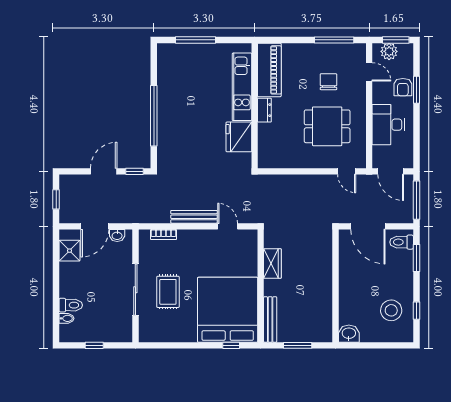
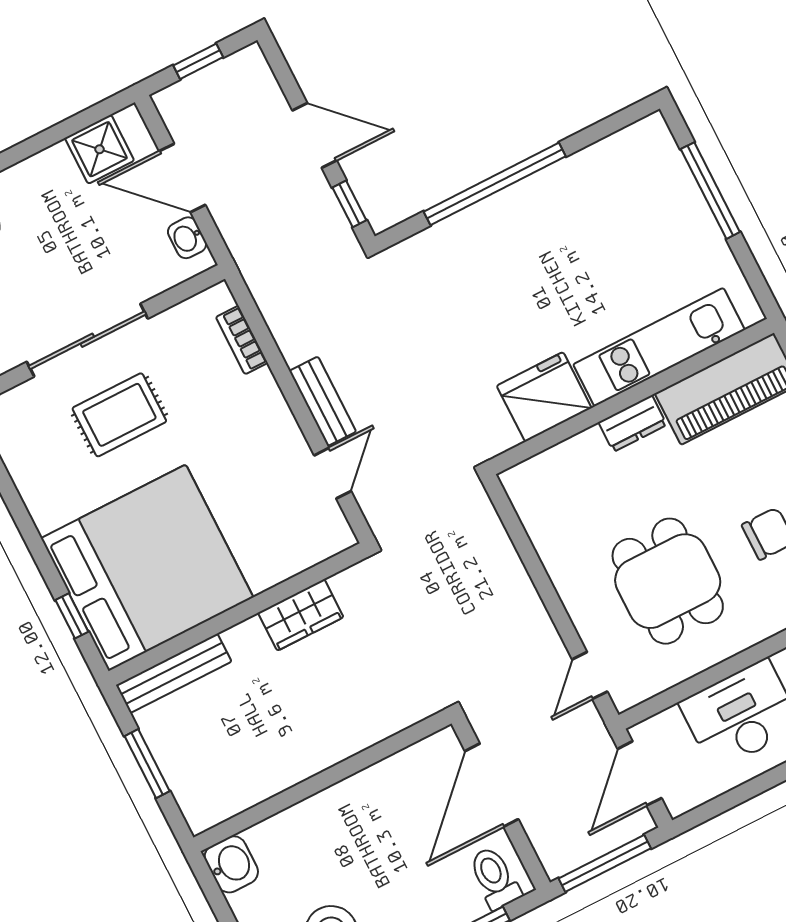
bench: (194, 217) -> (323, 401), width x0.73

